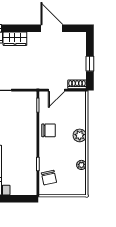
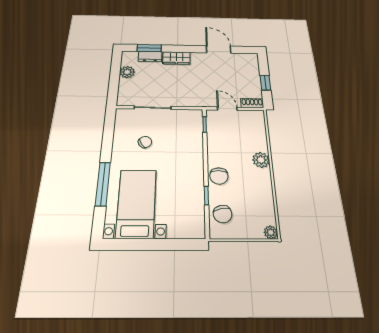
door: (56, 90) -> (227, 109), swing flipped
chair: (48, 130) -> (219, 176), moved, turned 90
plant: (81, 165) -> (271, 232), moved

